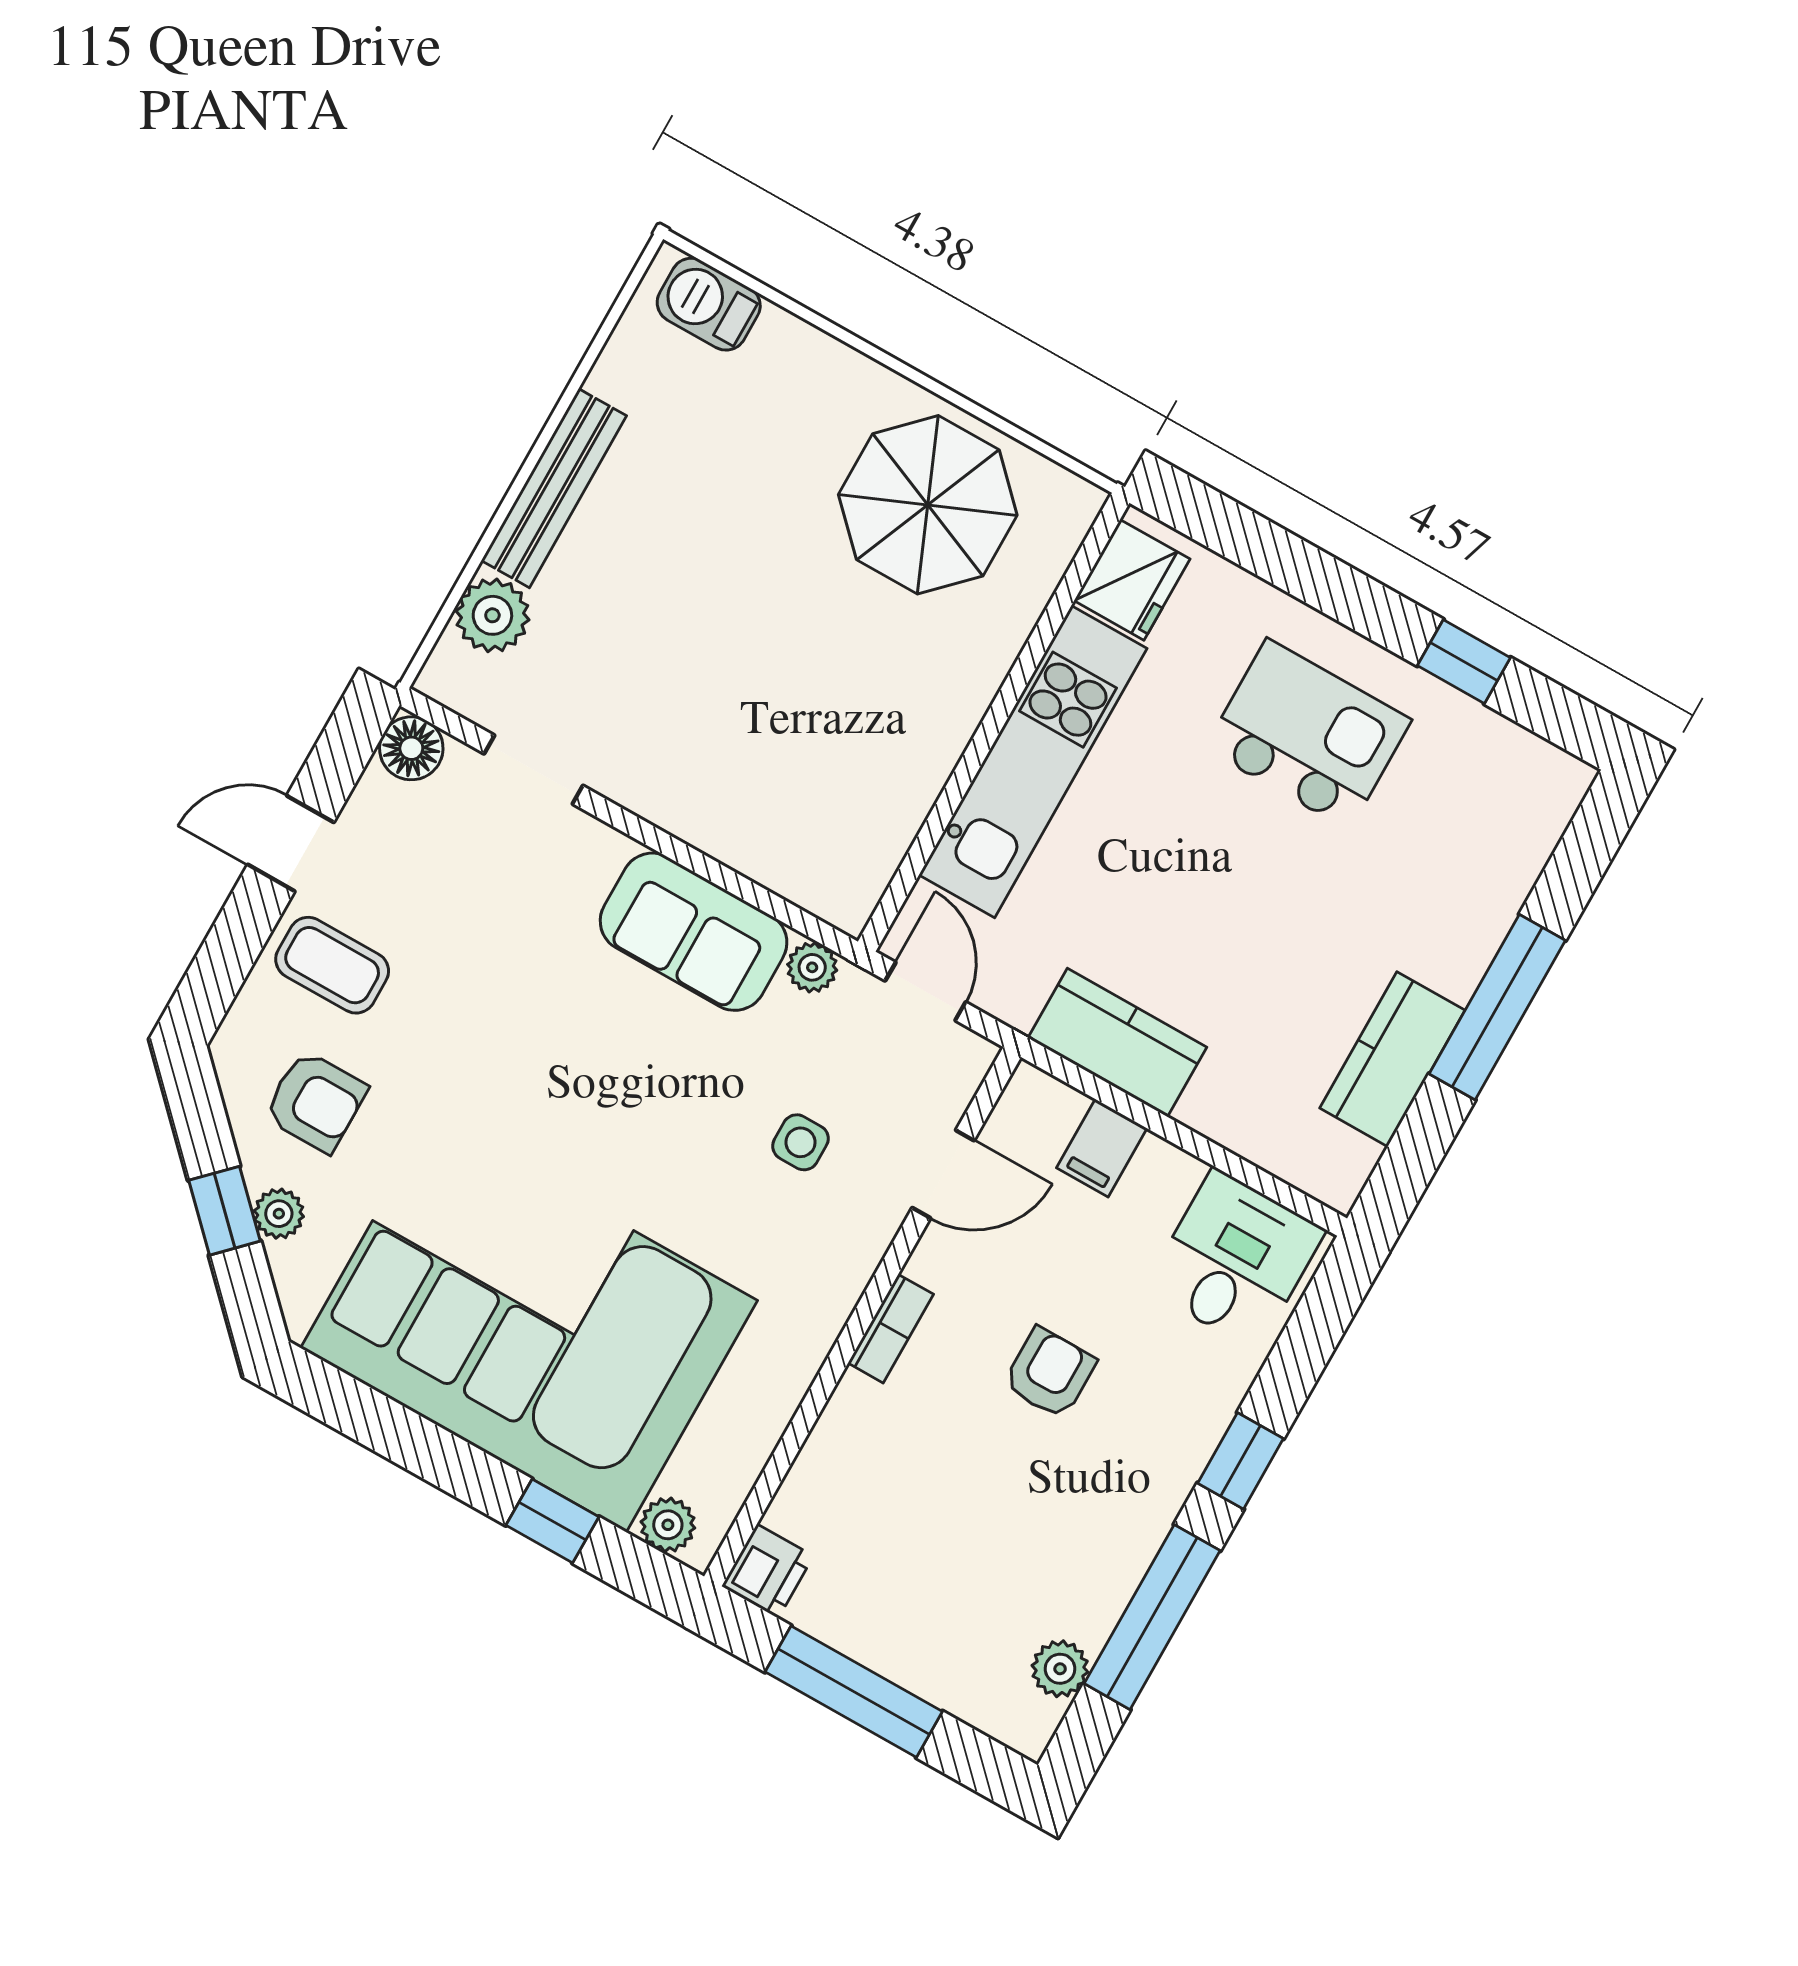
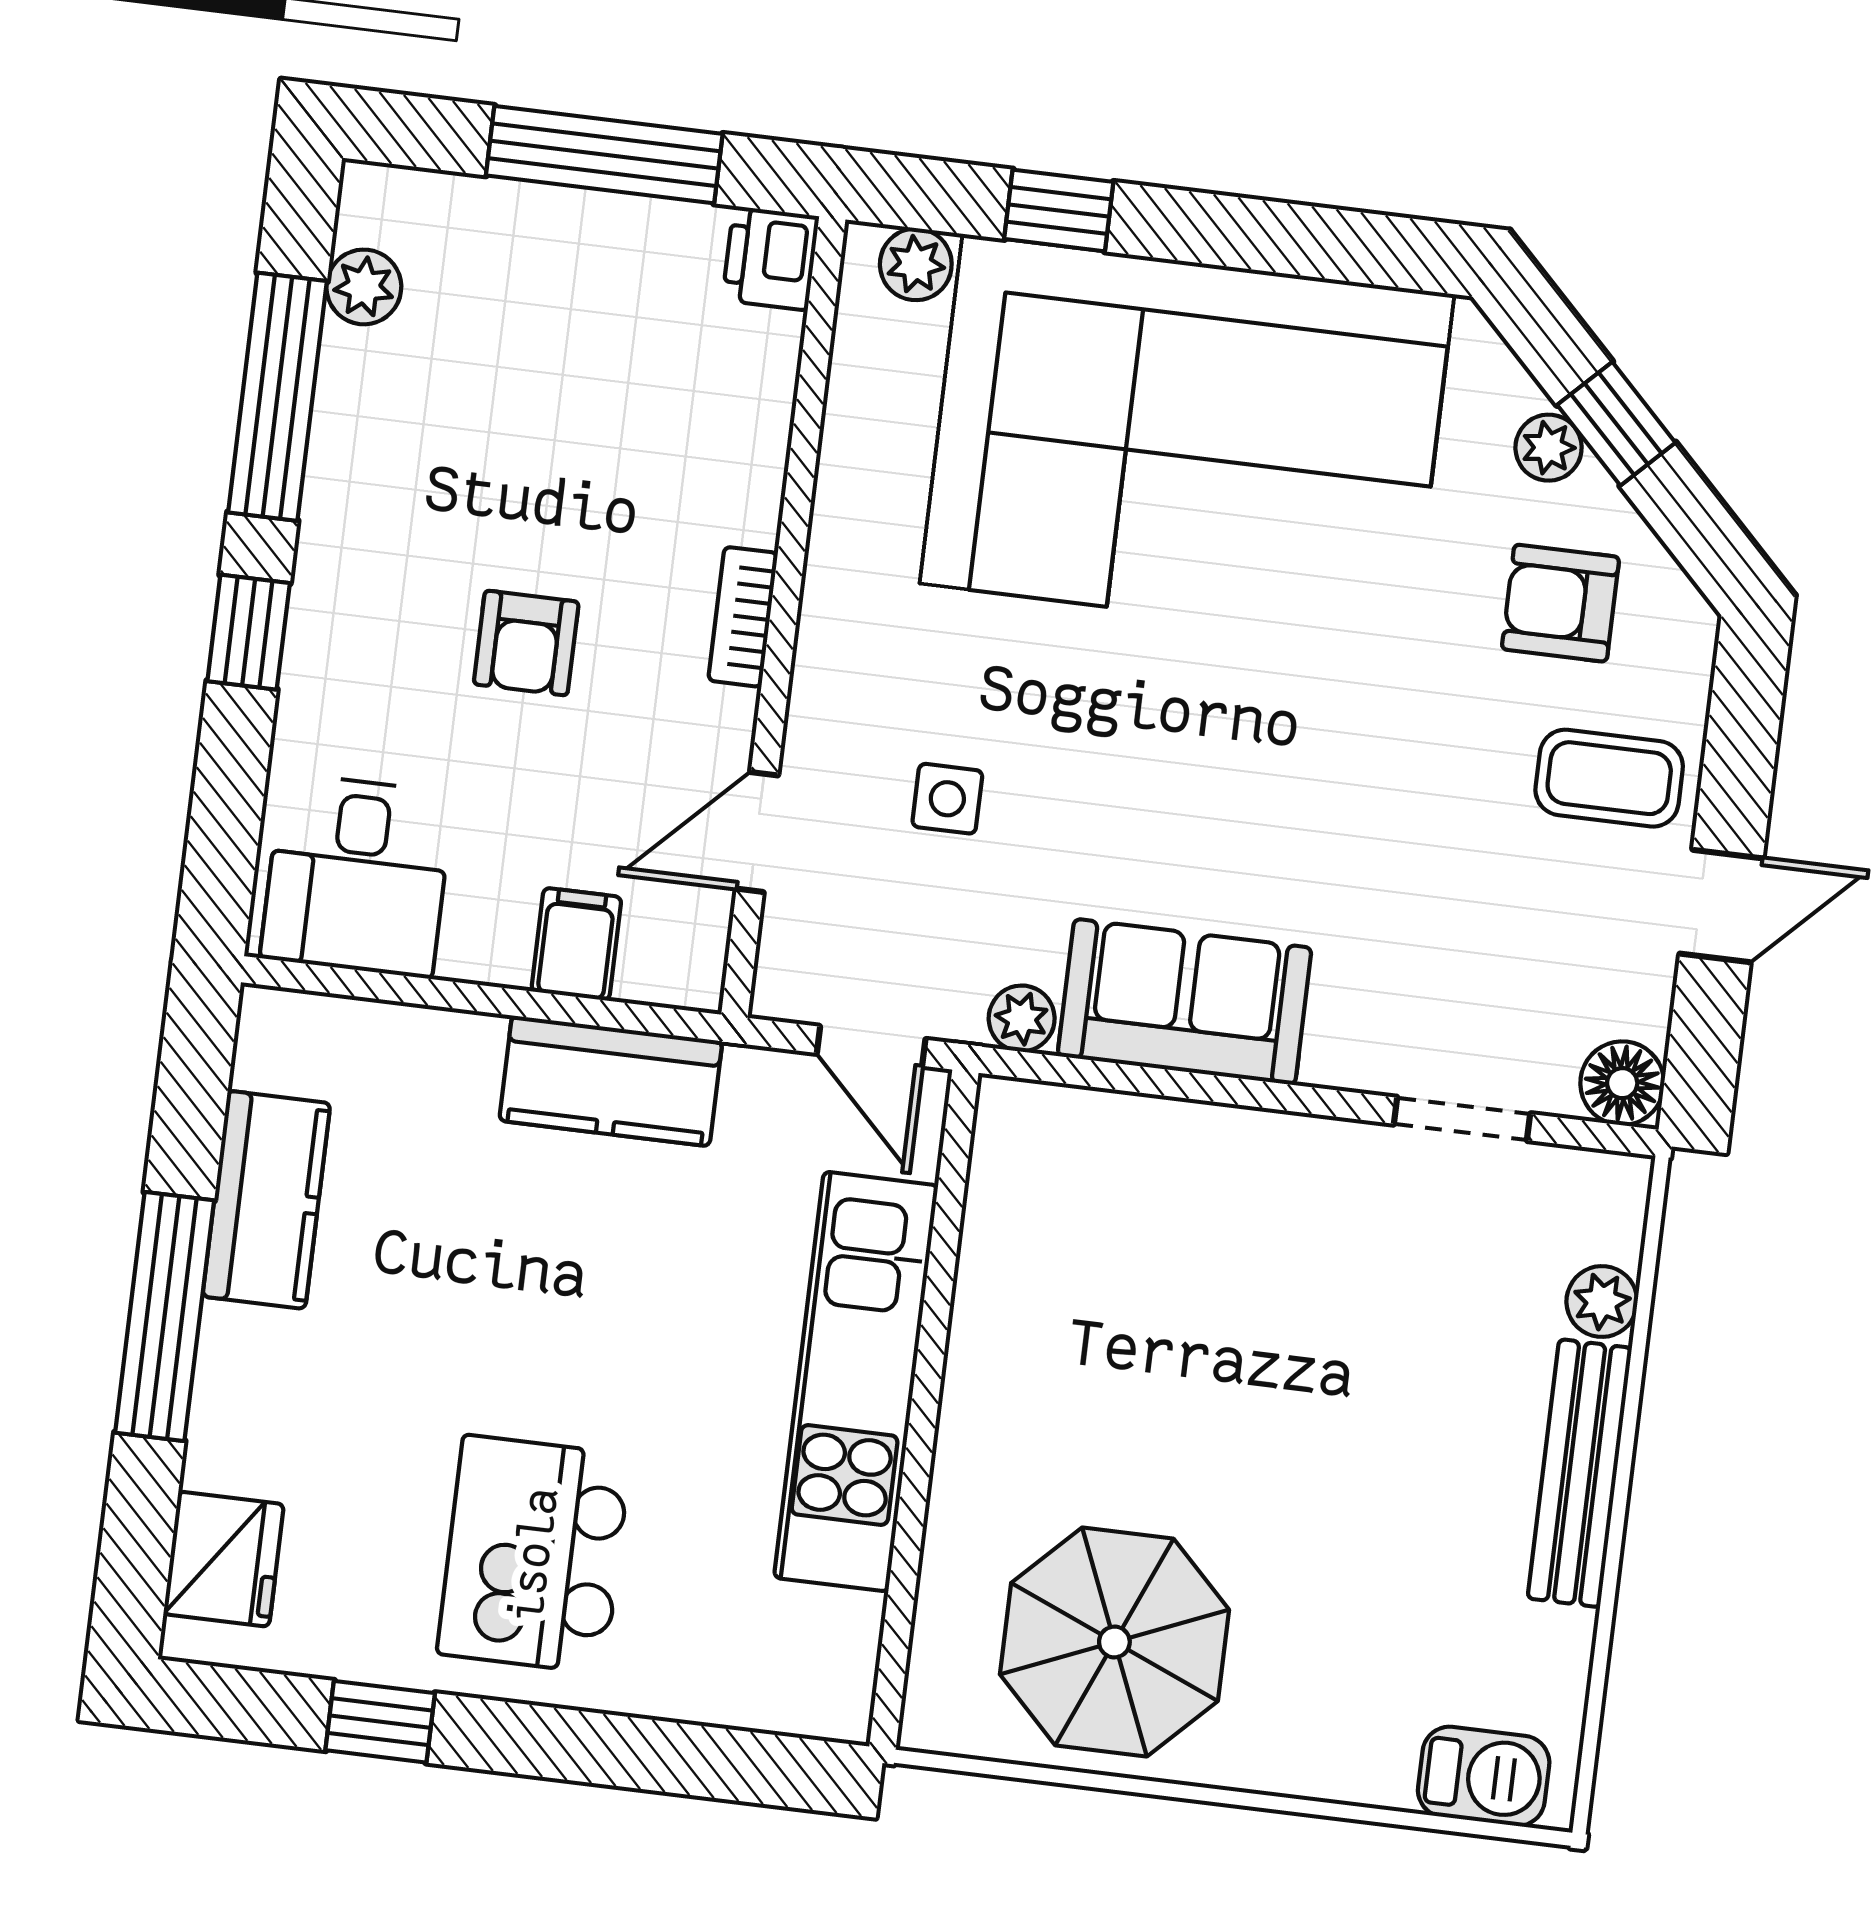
fridge: (1132, 580) -> (224, 1559), moved, turned 180
plant: (492, 615) -> (1602, 1301), width x0.73, depth x0.73
kitchen island: (1308, 734) -> (534, 1554), turned 90

